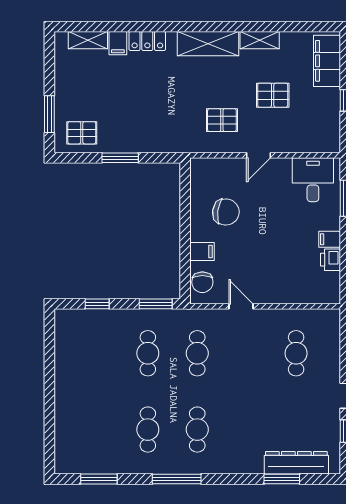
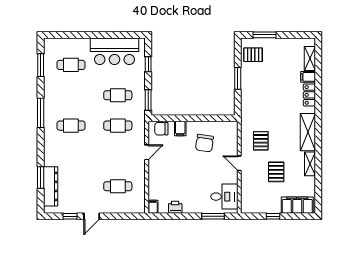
pallet: (82, 133) -> (253, 55), turned 90
filing cabinet: (330, 239) -> (153, 207), moved
bar counter: (76, 359) -> (114, 51), added
cafe table: (148, 430) -> (71, 65), moved

